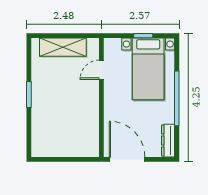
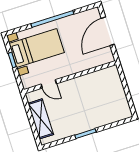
dresser: (168, 141) -> (87, 15), removed
door: (127, 159) -> (108, 31), moved

